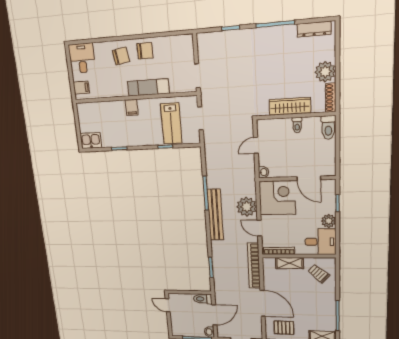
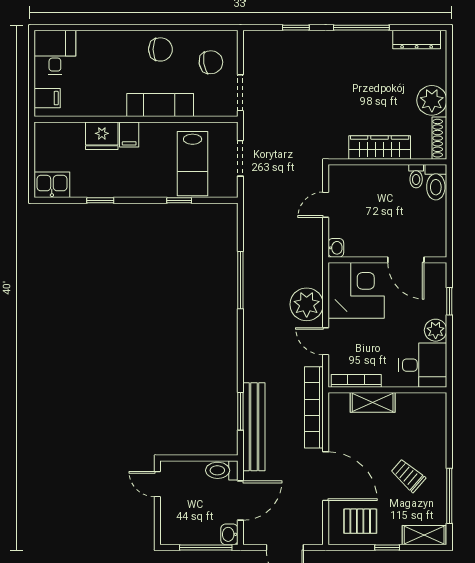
chair: (121, 56) -> (211, 62), moved
fridge: (116, 109) -> (102, 136), added
toilet: (297, 125) -> (416, 176), moved
bench: (215, 215) -> (254, 427), moved
trolley: (319, 274) -> (408, 475), moved

